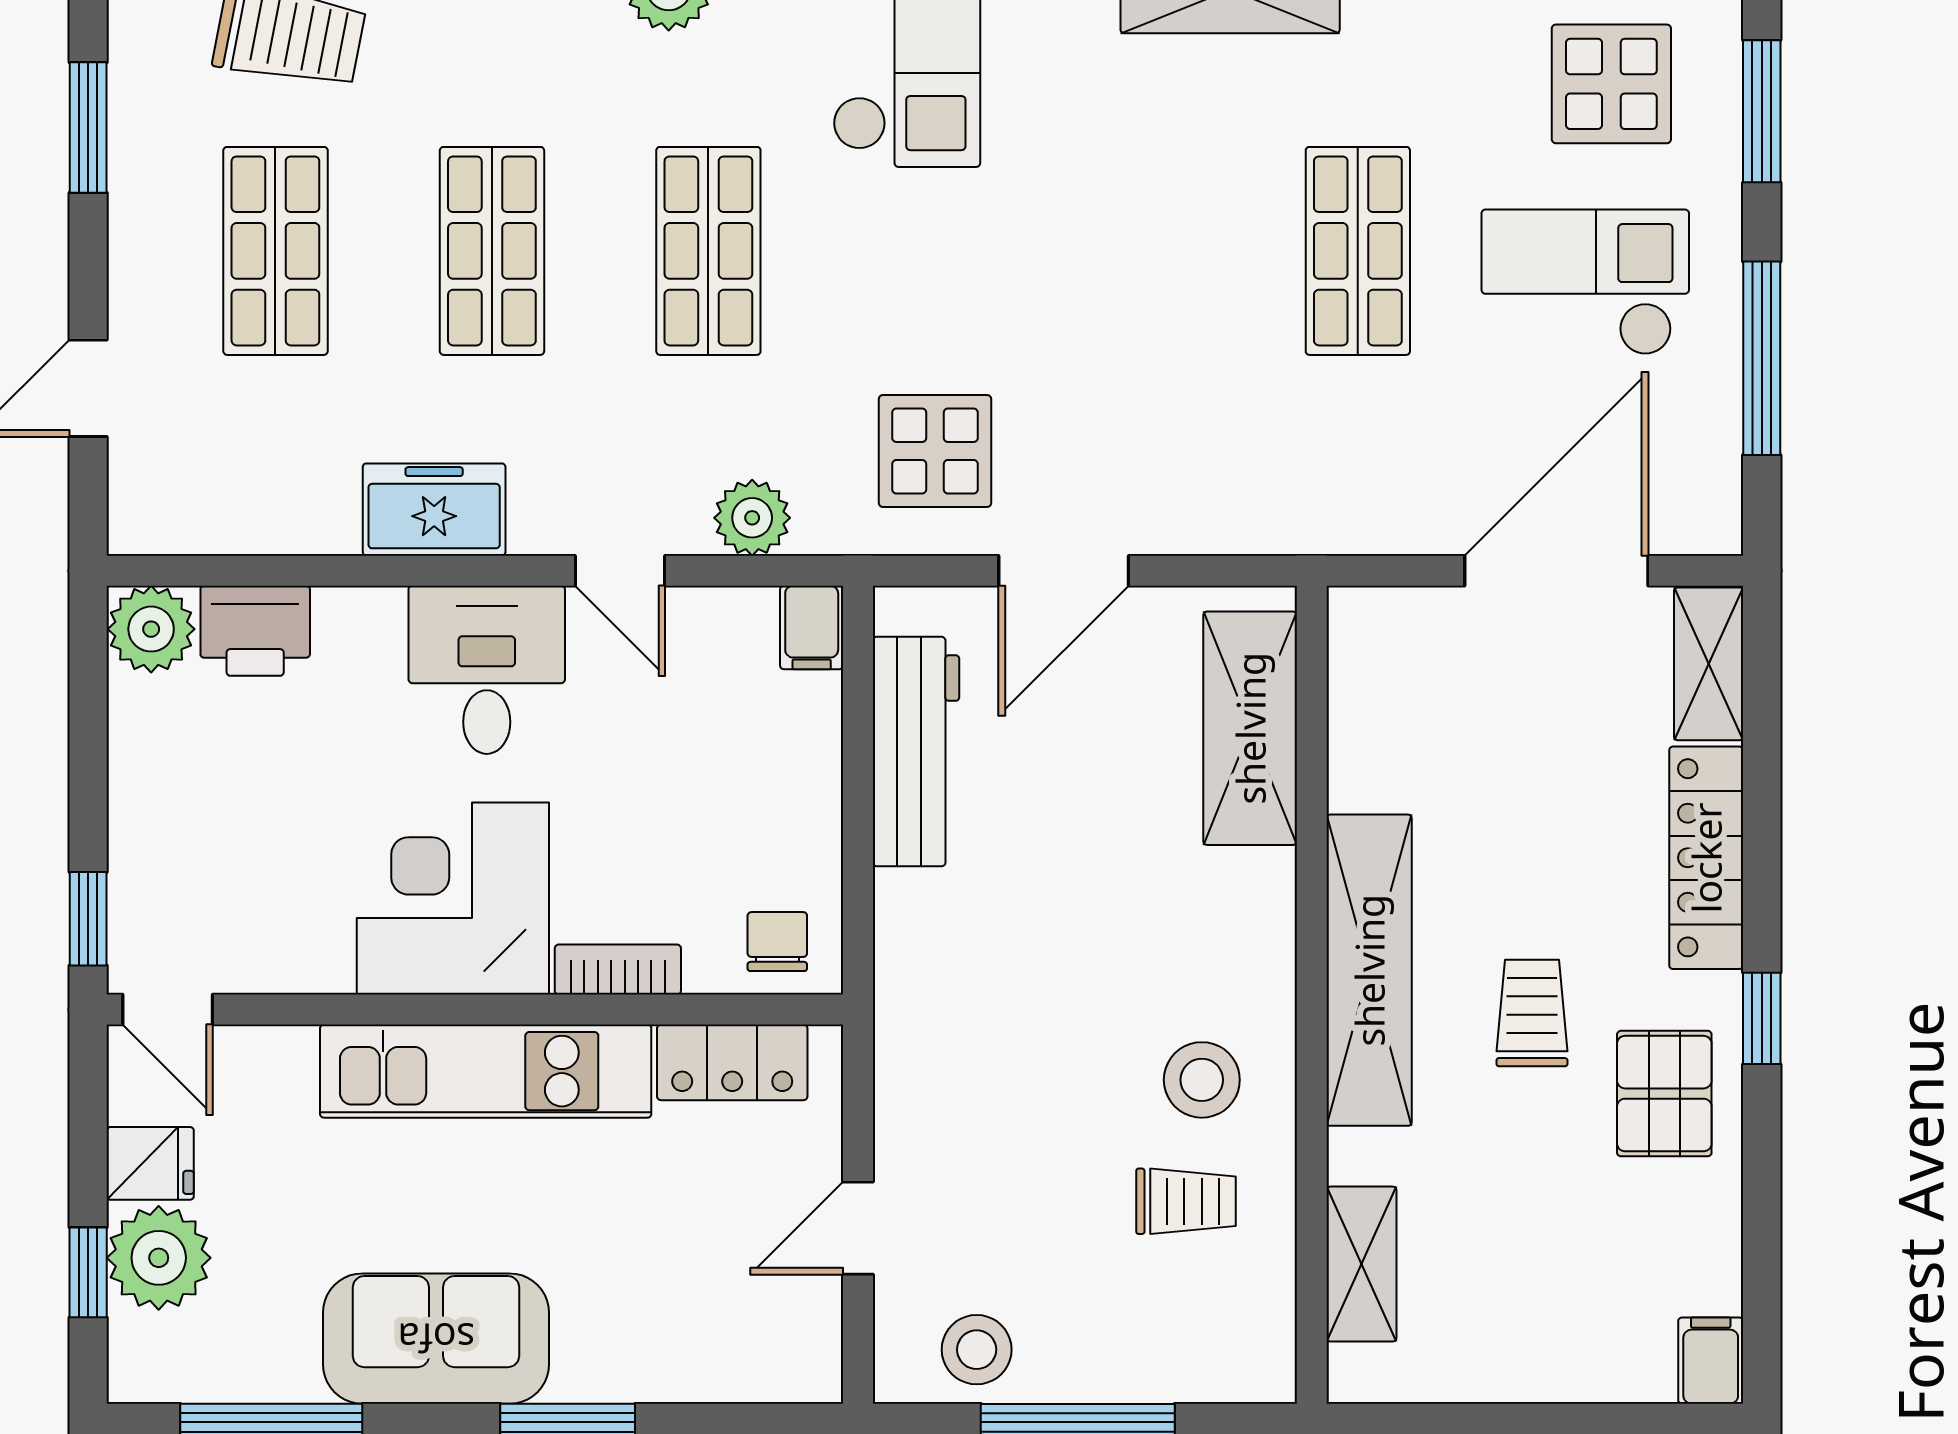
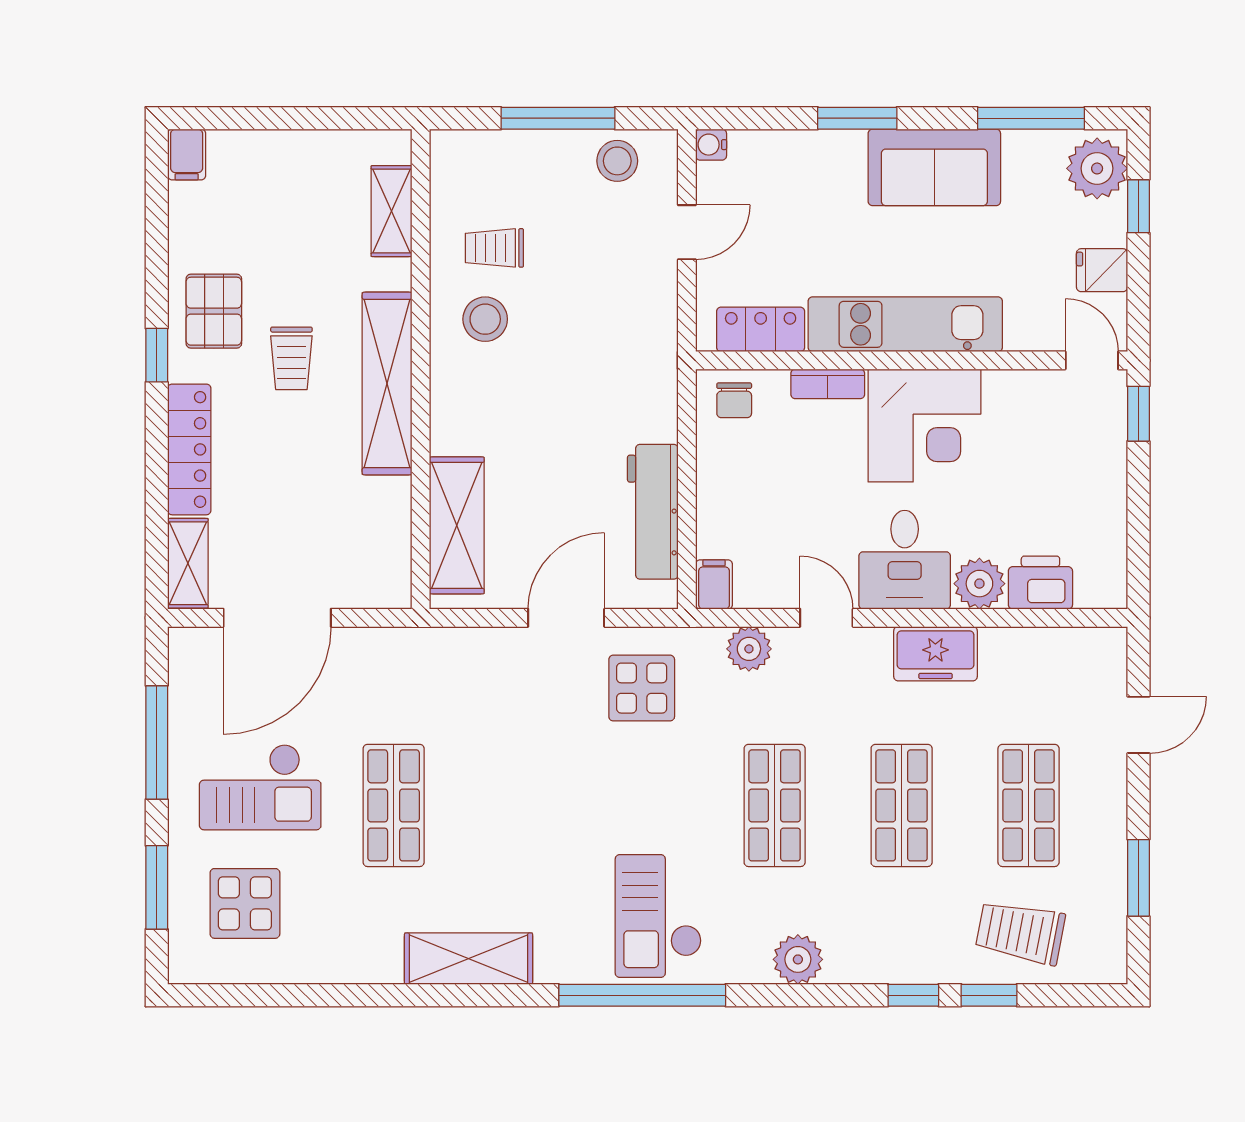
plant: (151, 629) -> (979, 584), moved
plant: (159, 1258) -> (1097, 168), moved
water cooler: (817, 1377) -> (711, 145), added

